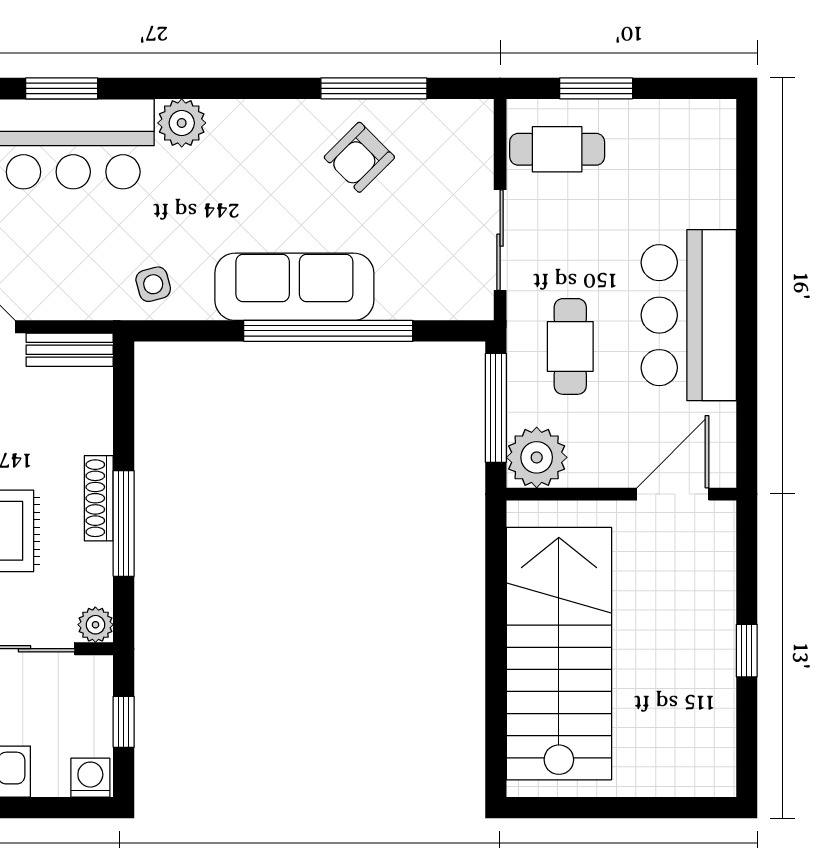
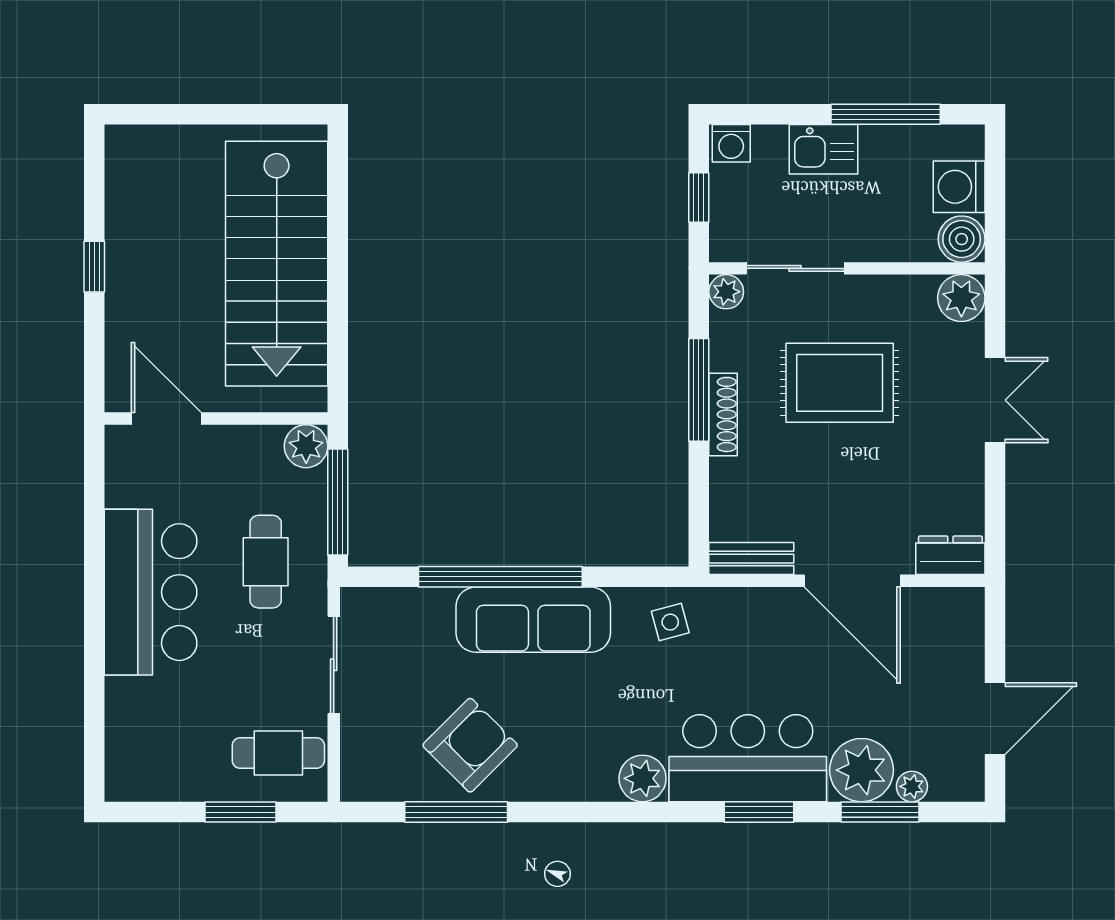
armchair: (359, 157) -> (470, 745), width x1.38, depth x1.38
plant: (537, 457) -> (306, 446), width x0.73, depth x0.73
door: (673, 494) -> (166, 418), swing flipped

